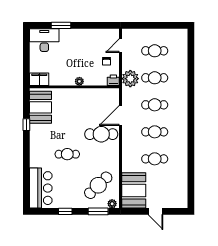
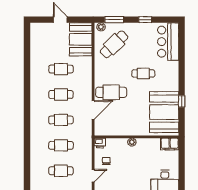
plant: (130, 79) -> (84, 145), removed
booth: (40, 107) -> (164, 112), width x1.36, depth x1.42

